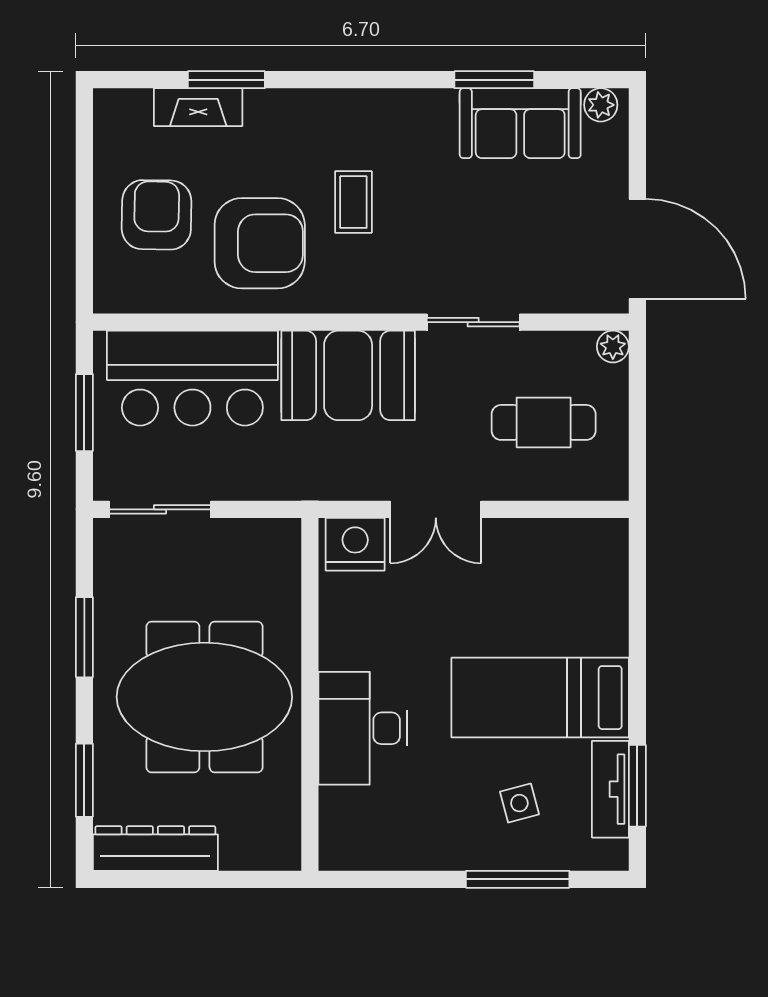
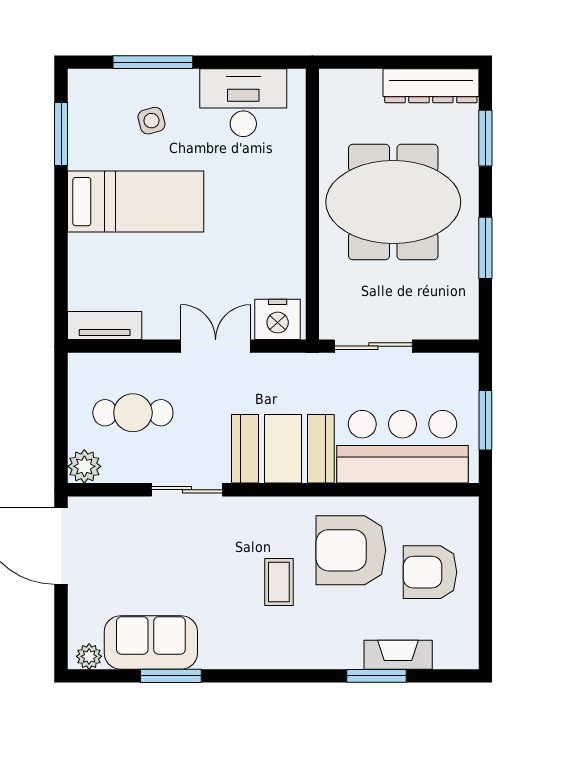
armchair: (157, 215) -> (430, 572), turned 89
plant: (613, 347) -> (84, 466), width x1.38, depth x1.38
sliding door: (160, 509) -> (373, 346), moved
desk: (363, 728) -> (243, 103), moved, turned -90
tv unit: (610, 789) -> (105, 325), moved, turned -90

